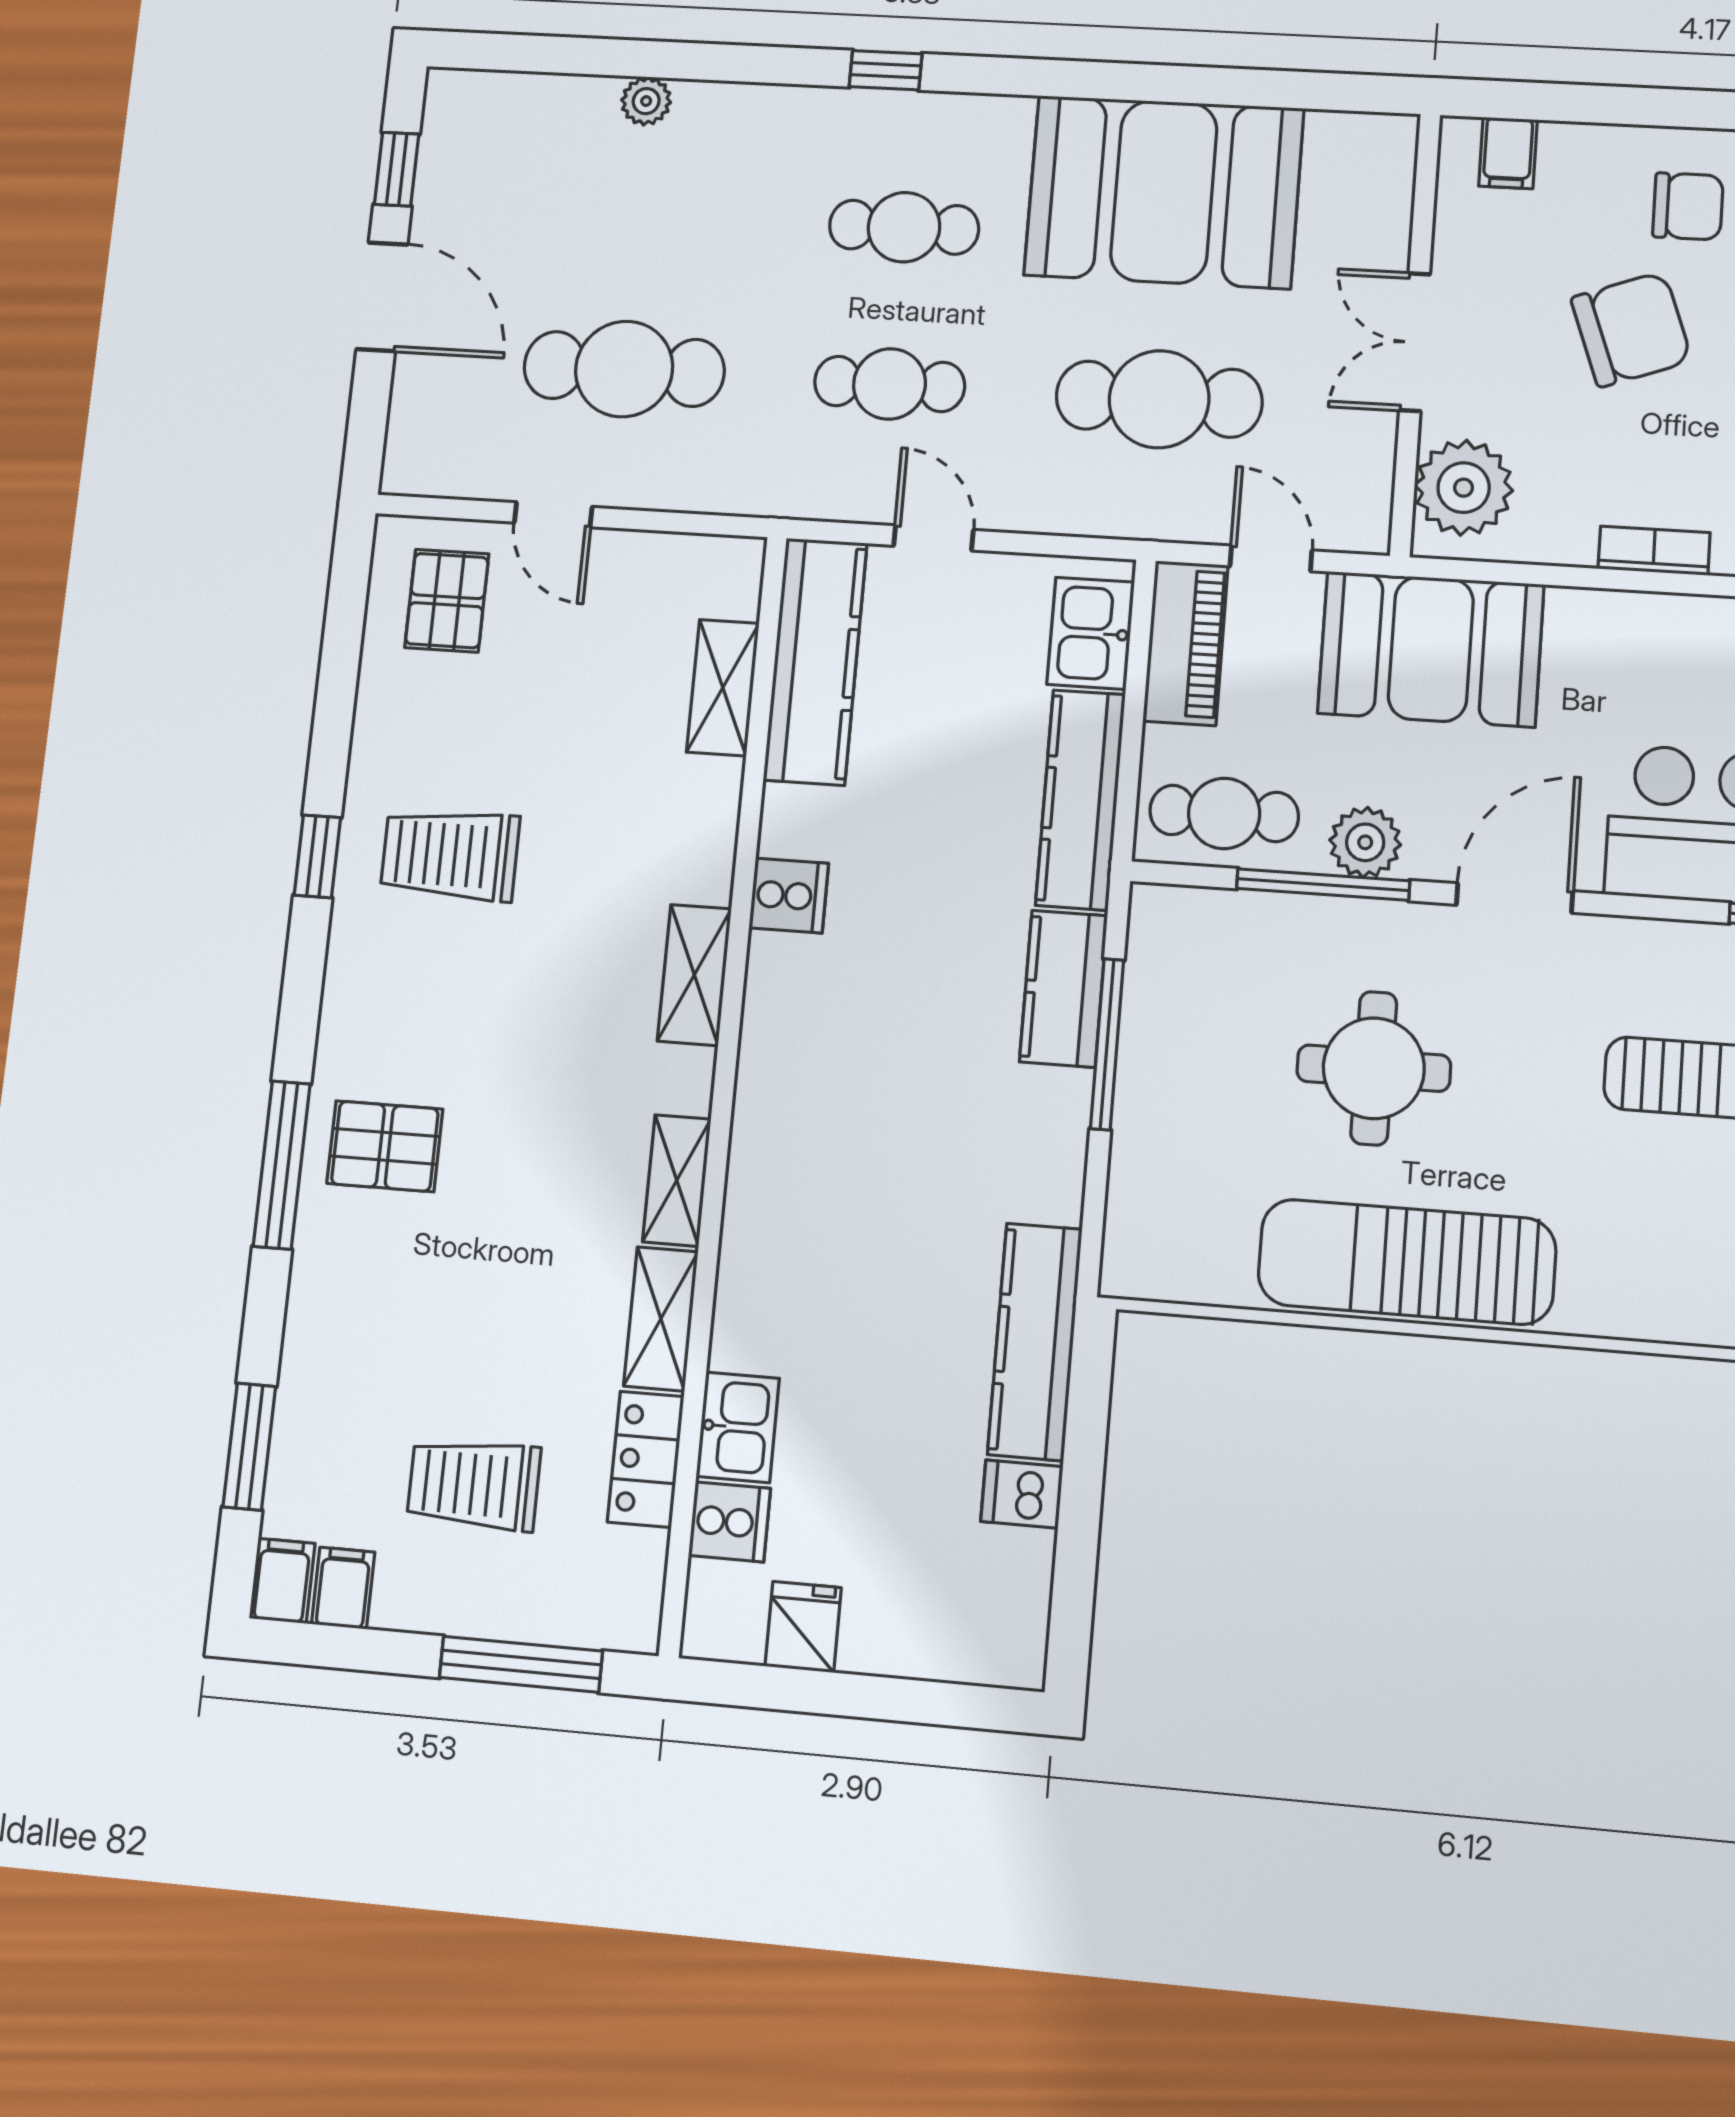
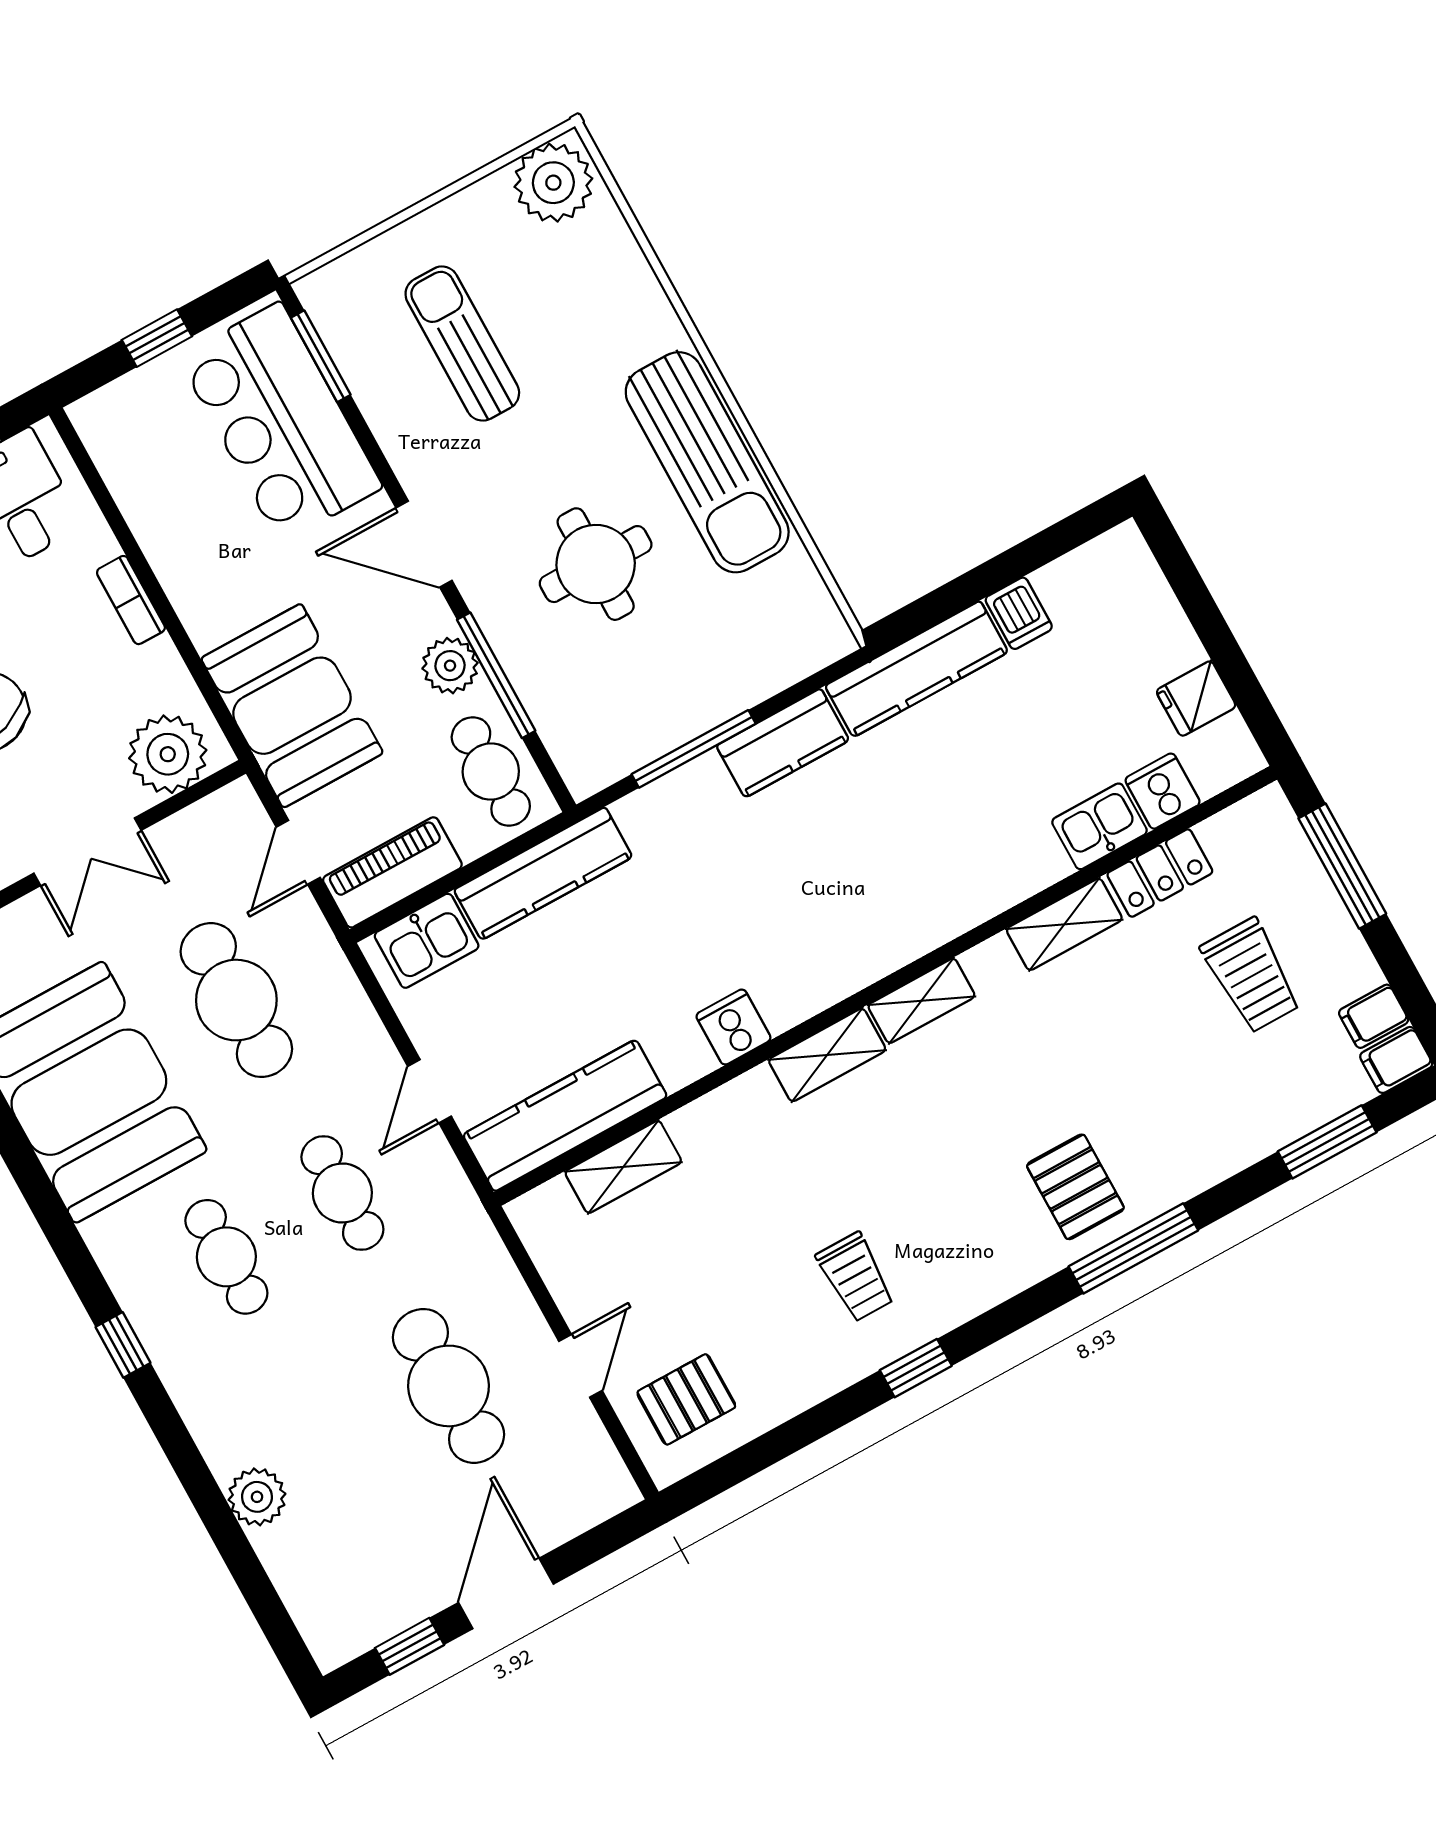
plant: (646, 101) -> (257, 1497), width x1.38, depth x1.38
trolley: (450, 855) -> (856, 1277), width x0.73, depth x0.72
kitchen counter: (1064, 989) -> (783, 743), moved
shelving: (677, 1180) -> (921, 1001), moved

